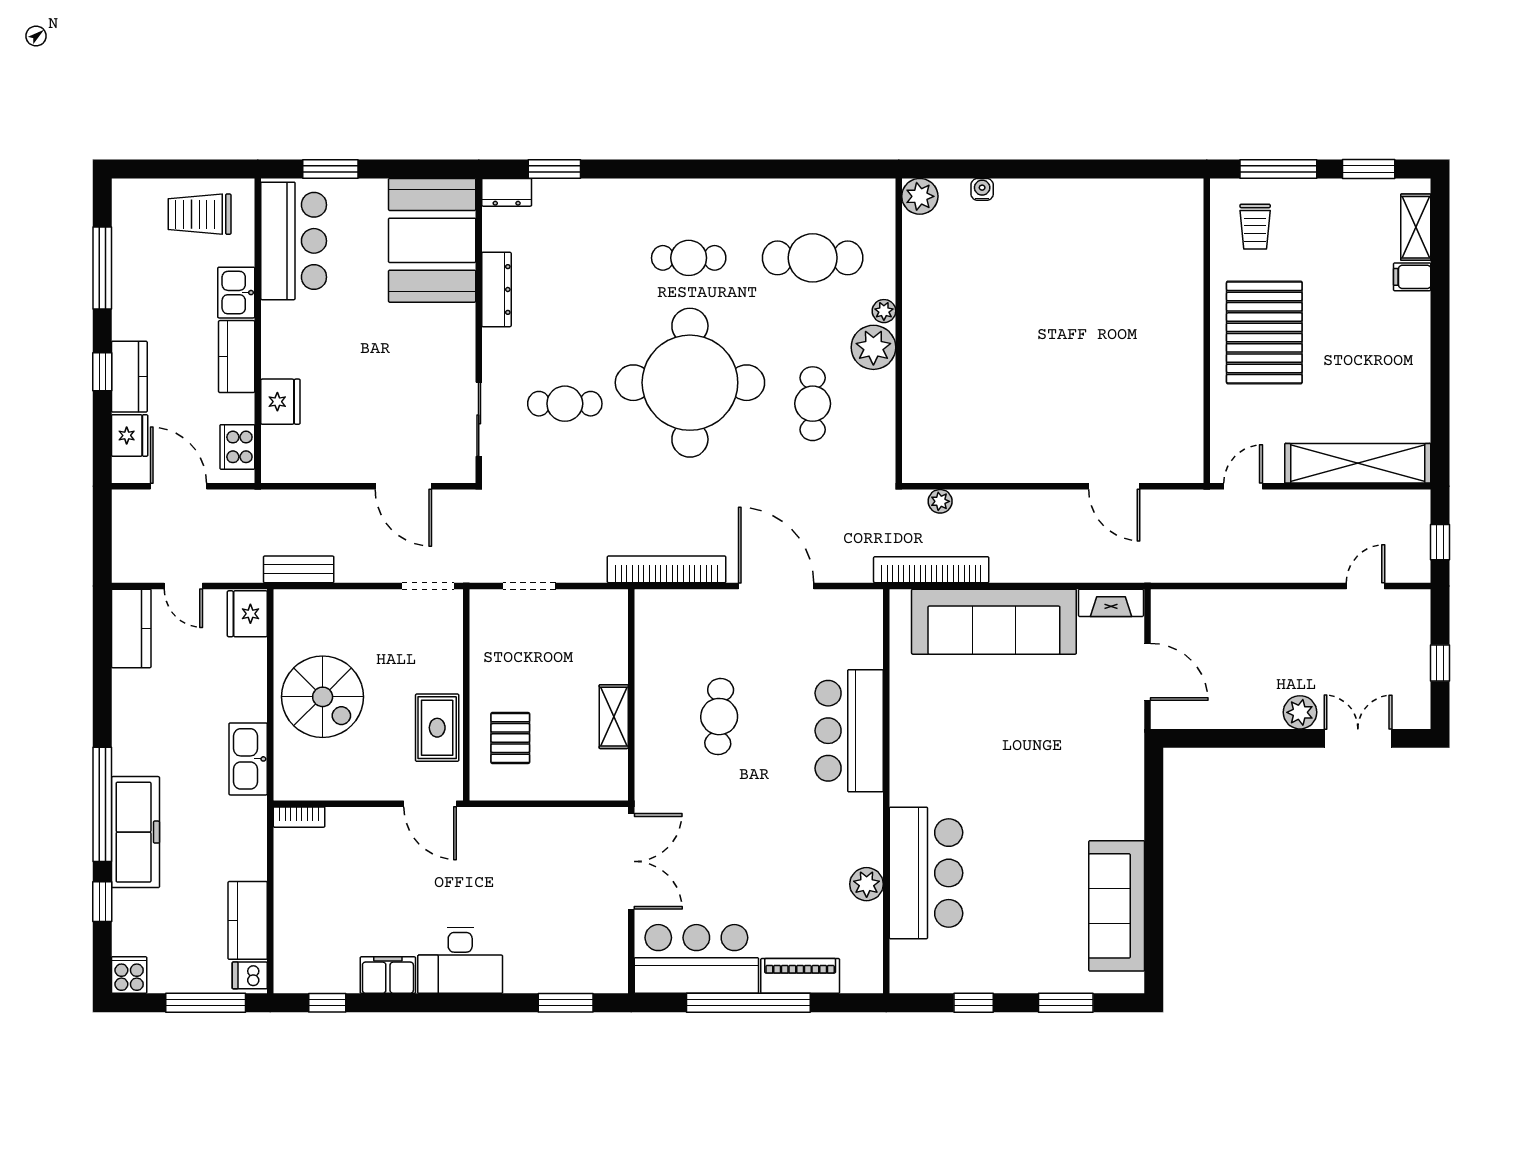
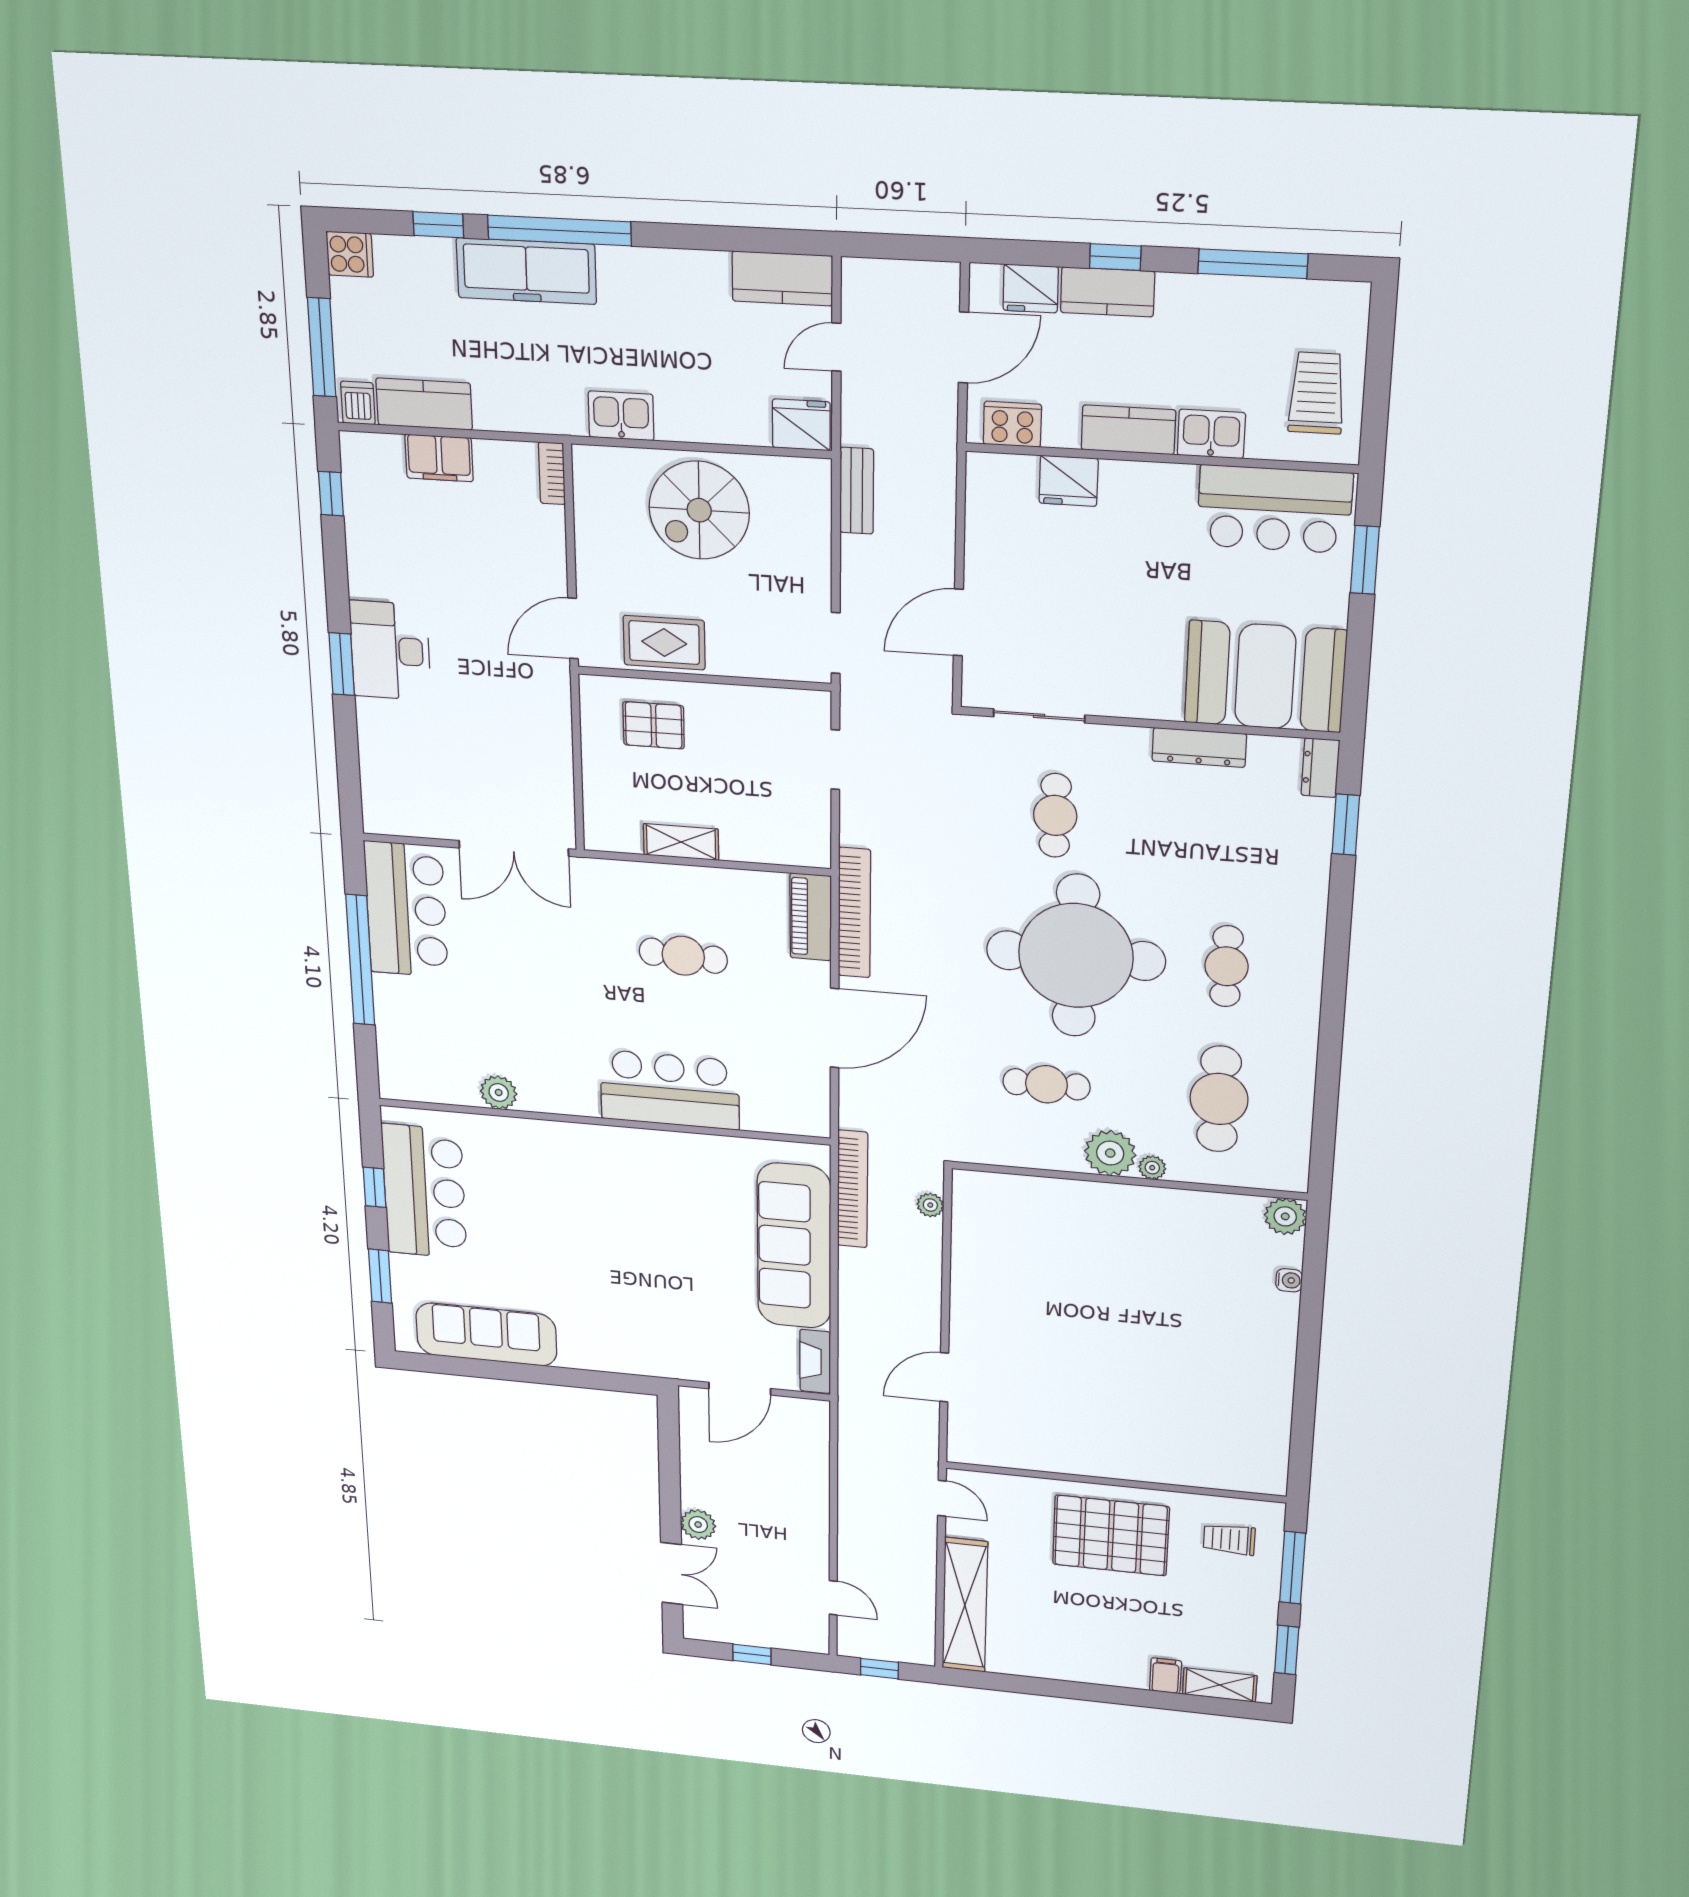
kitchen sink: (248, 759) -> (621, 416), width x0.73
bar counter: (926, 873) -> (424, 1192), moved, turned -90
filing cabinet: (388, 975) -> (439, 458), moved, turned 90
piano: (800, 976) -> (811, 917), moved, turned 180
window: (566, 1003) -> (342, 664), moved

